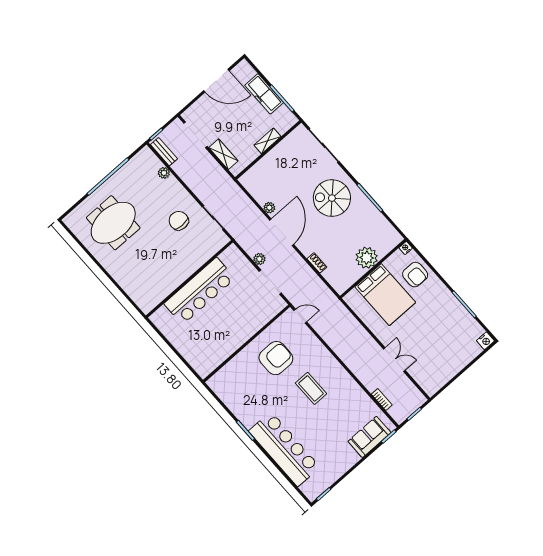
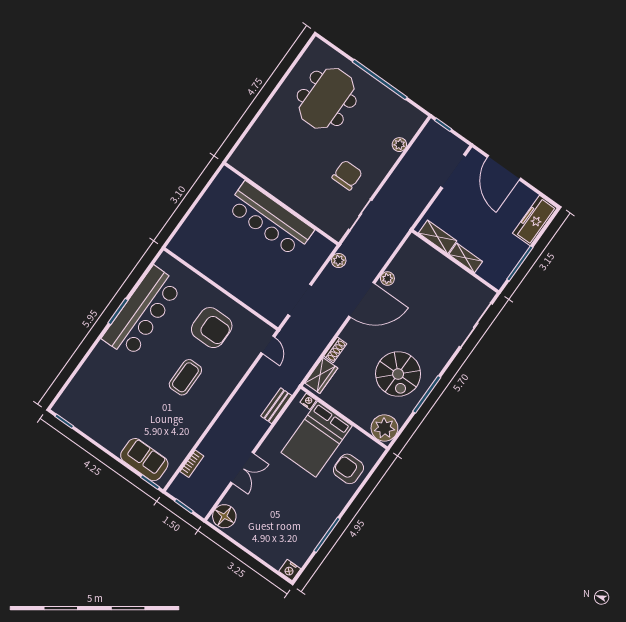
door: (216, 81) -> (504, 168), moved
freezer: (264, 94) -> (535, 221), moved
bench: (164, 152) -> (276, 406), moved
shelving: (223, 154) -> (438, 237), moved, turned 90
spiral stairs: (332, 198) -> (398, 374), moved, turned 180
meeting table: (113, 223) -> (327, 98), turned 90
nightstand: (406, 248) -> (308, 401), moved
plant: (367, 258) -> (384, 428), moved
plant: (259, 259) -> (339, 260), moved
armchair: (415, 275) -> (348, 469), turned 90
wardrobe: (335, 279) -> (321, 375), added
floor lamp: (430, 383) -> (224, 516), added
bar counter: (284, 449) -> (142, 312), moved

